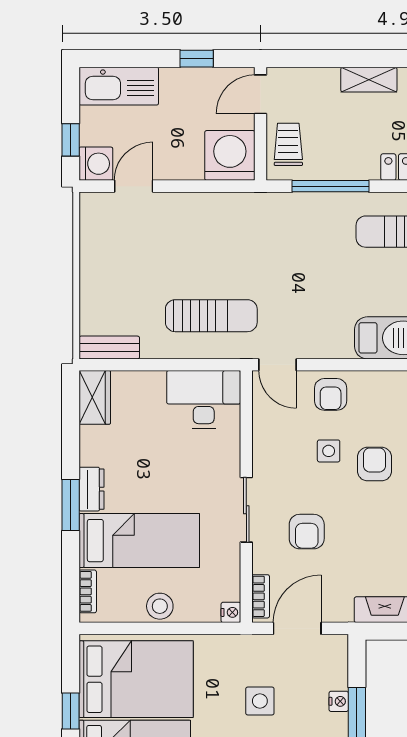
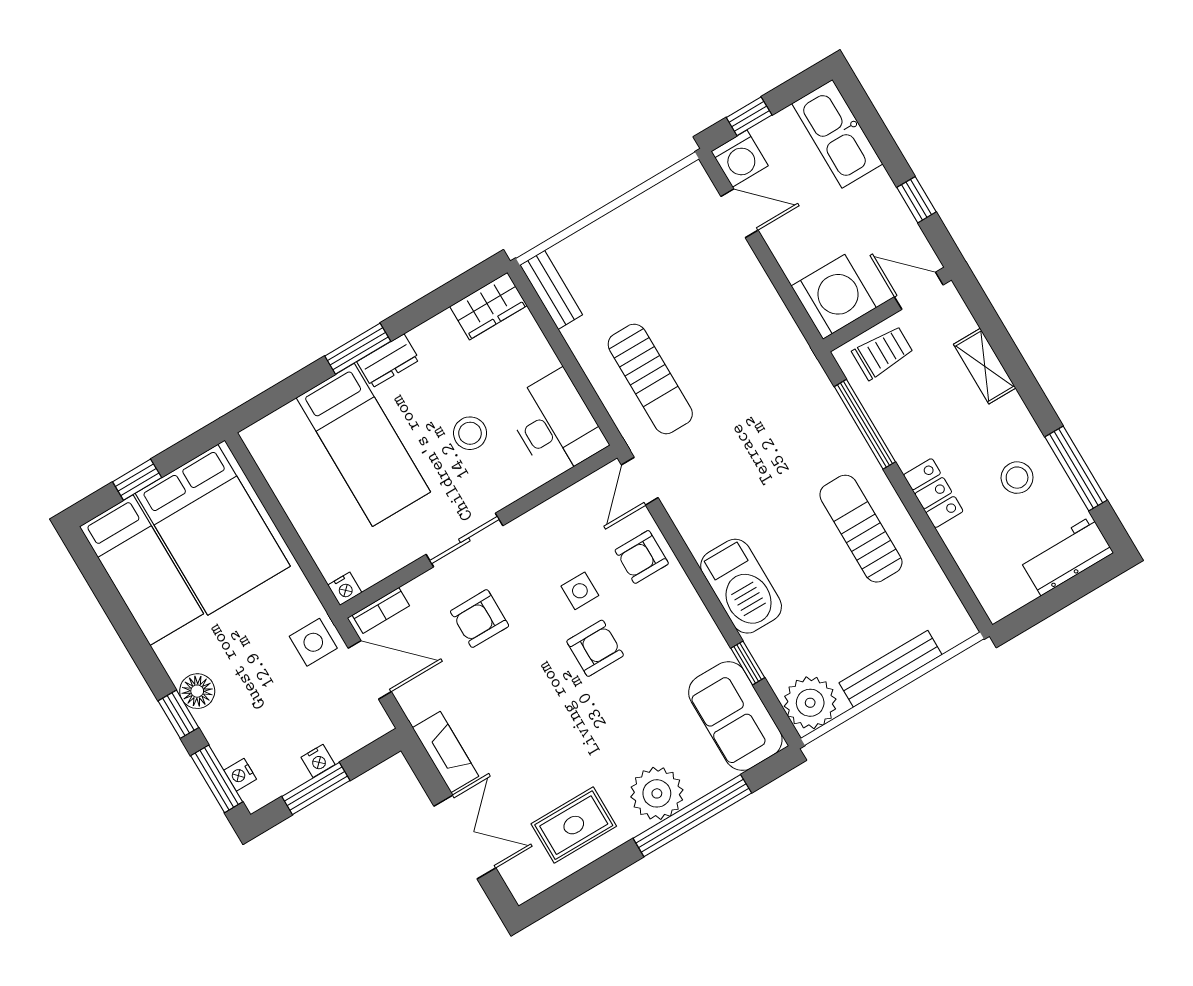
shelving: (369, 80) -> (985, 366), moved
bookcase: (88, 591) -> (276, 422), removed
stool: (160, 606) -> (470, 433), moved
side table: (260, 701) -> (313, 642), moved

